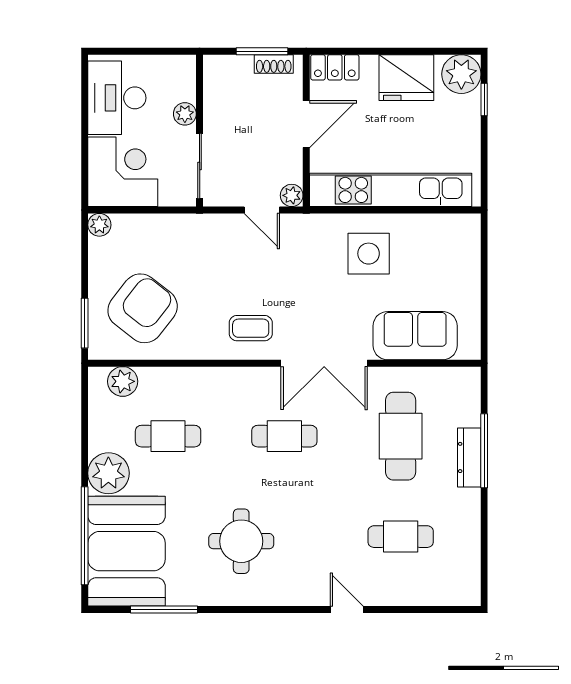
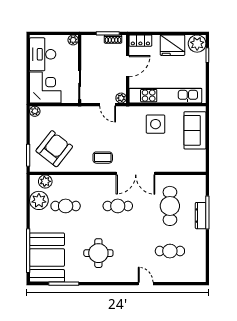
plant: (185, 114) -> (73, 40), moved
sofa: (415, 336) -> (195, 130), moved, turned -90
plant: (108, 473) -> (39, 200), moved

